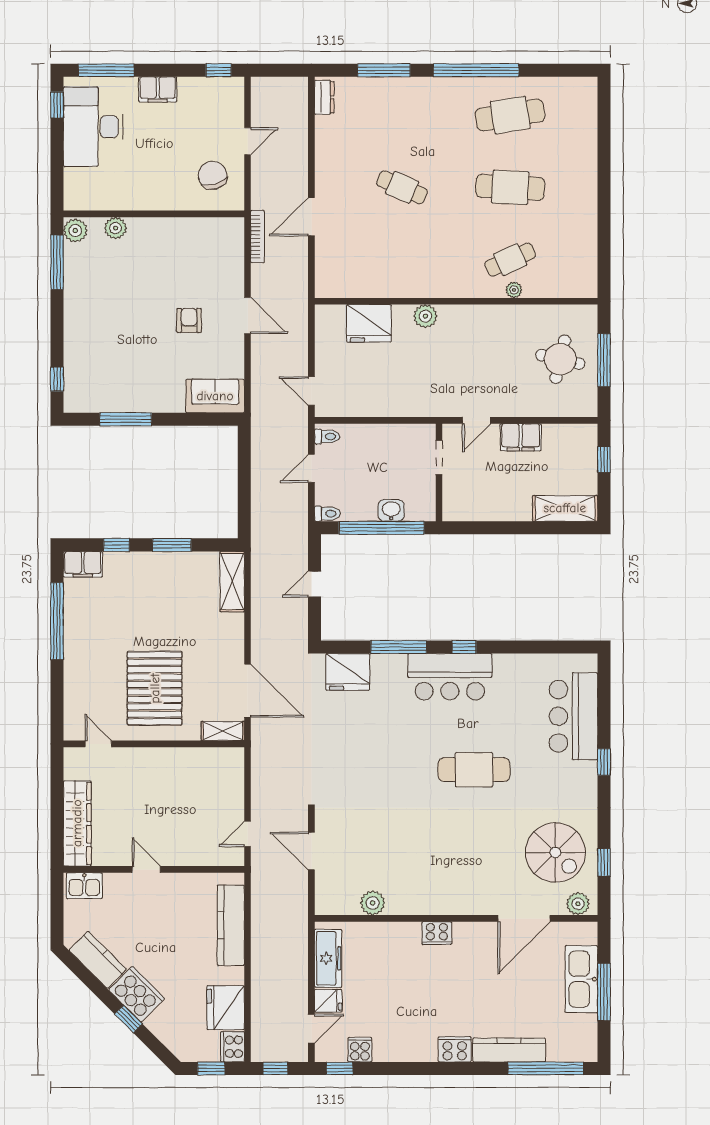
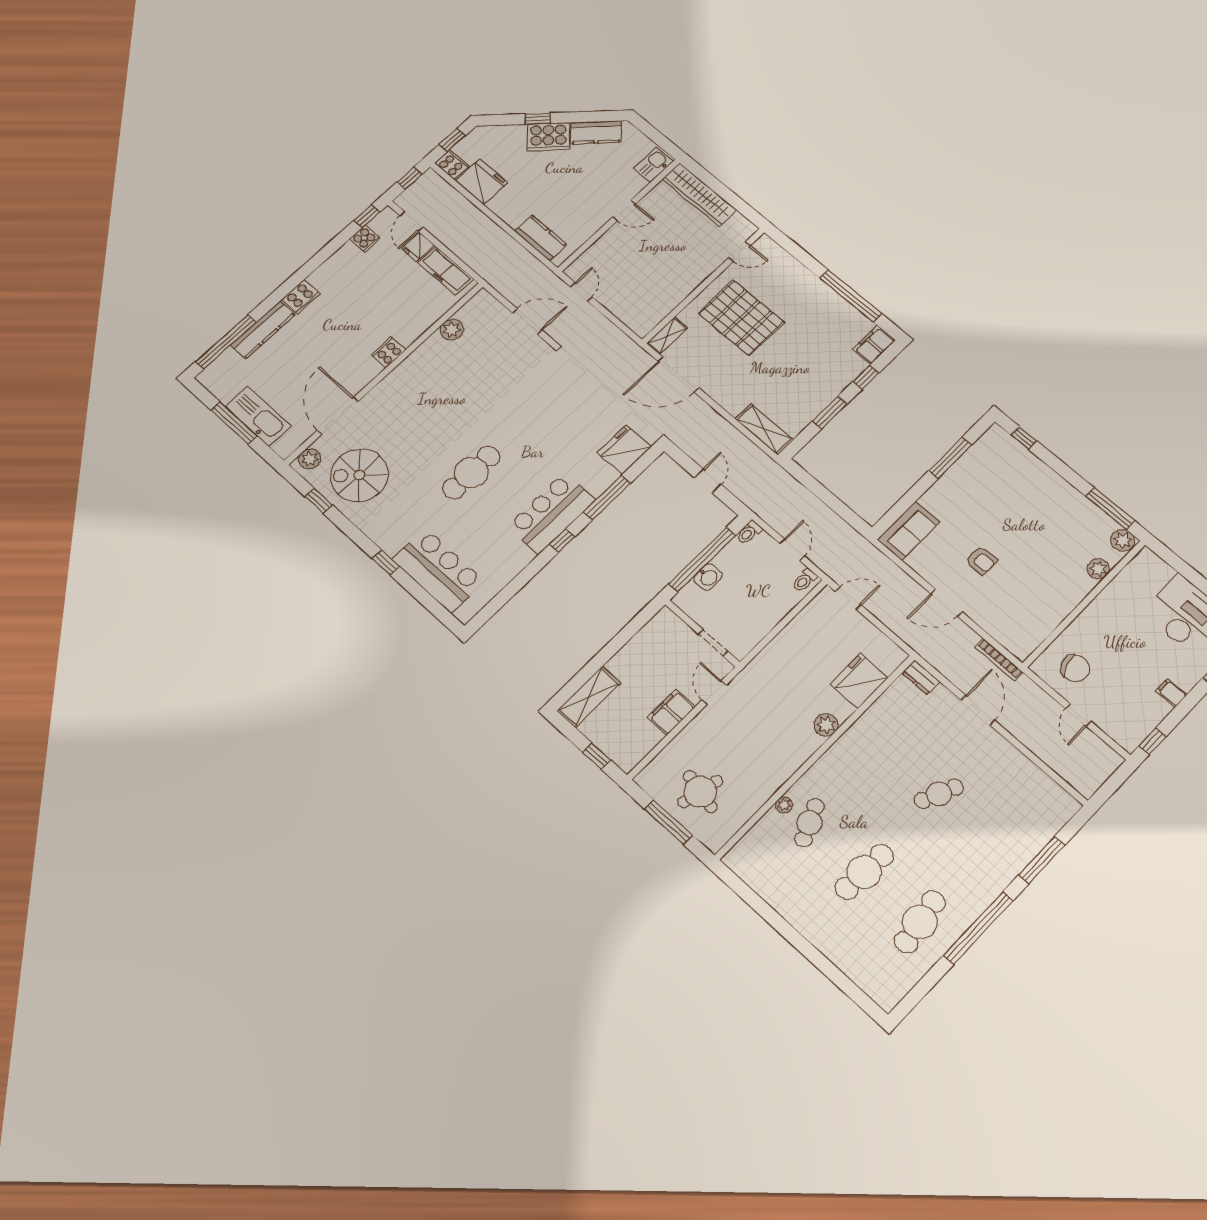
filing cabinet: (158, 89) -> (1171, 693), width x0.50
dresser: (324, 97) -> (921, 677), moved
kitchen counter: (231, 925) -> (541, 238), width x0.67

